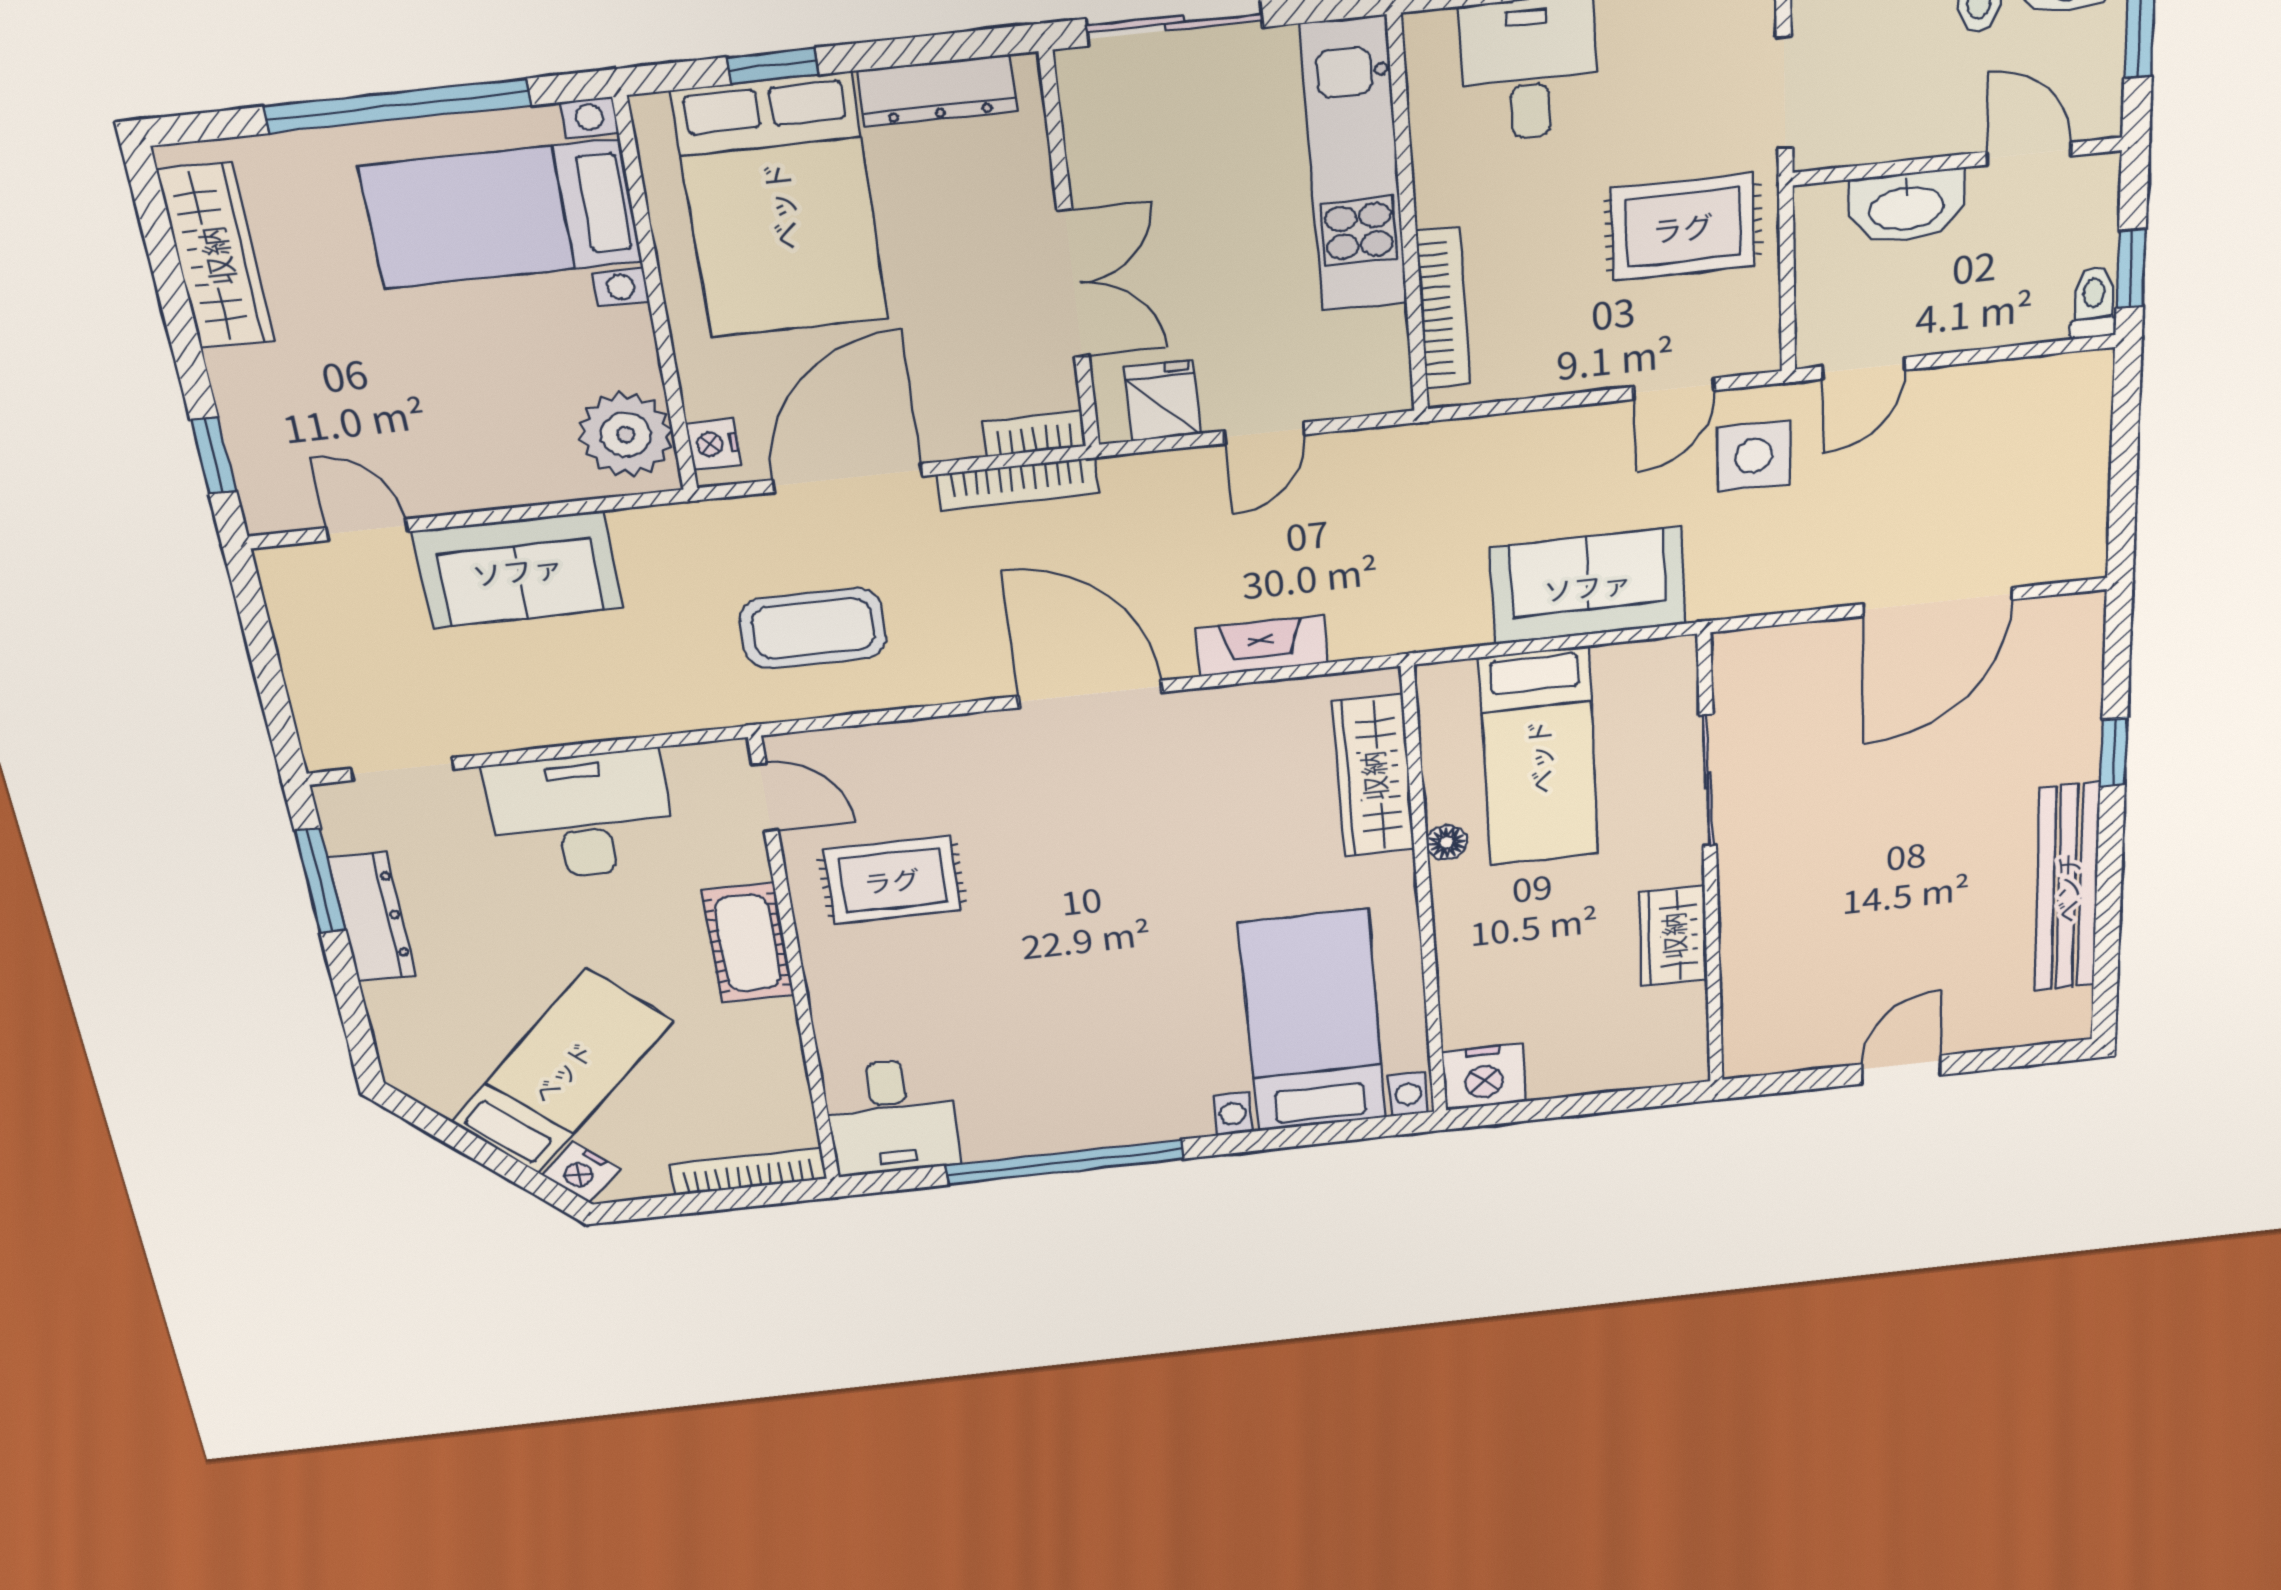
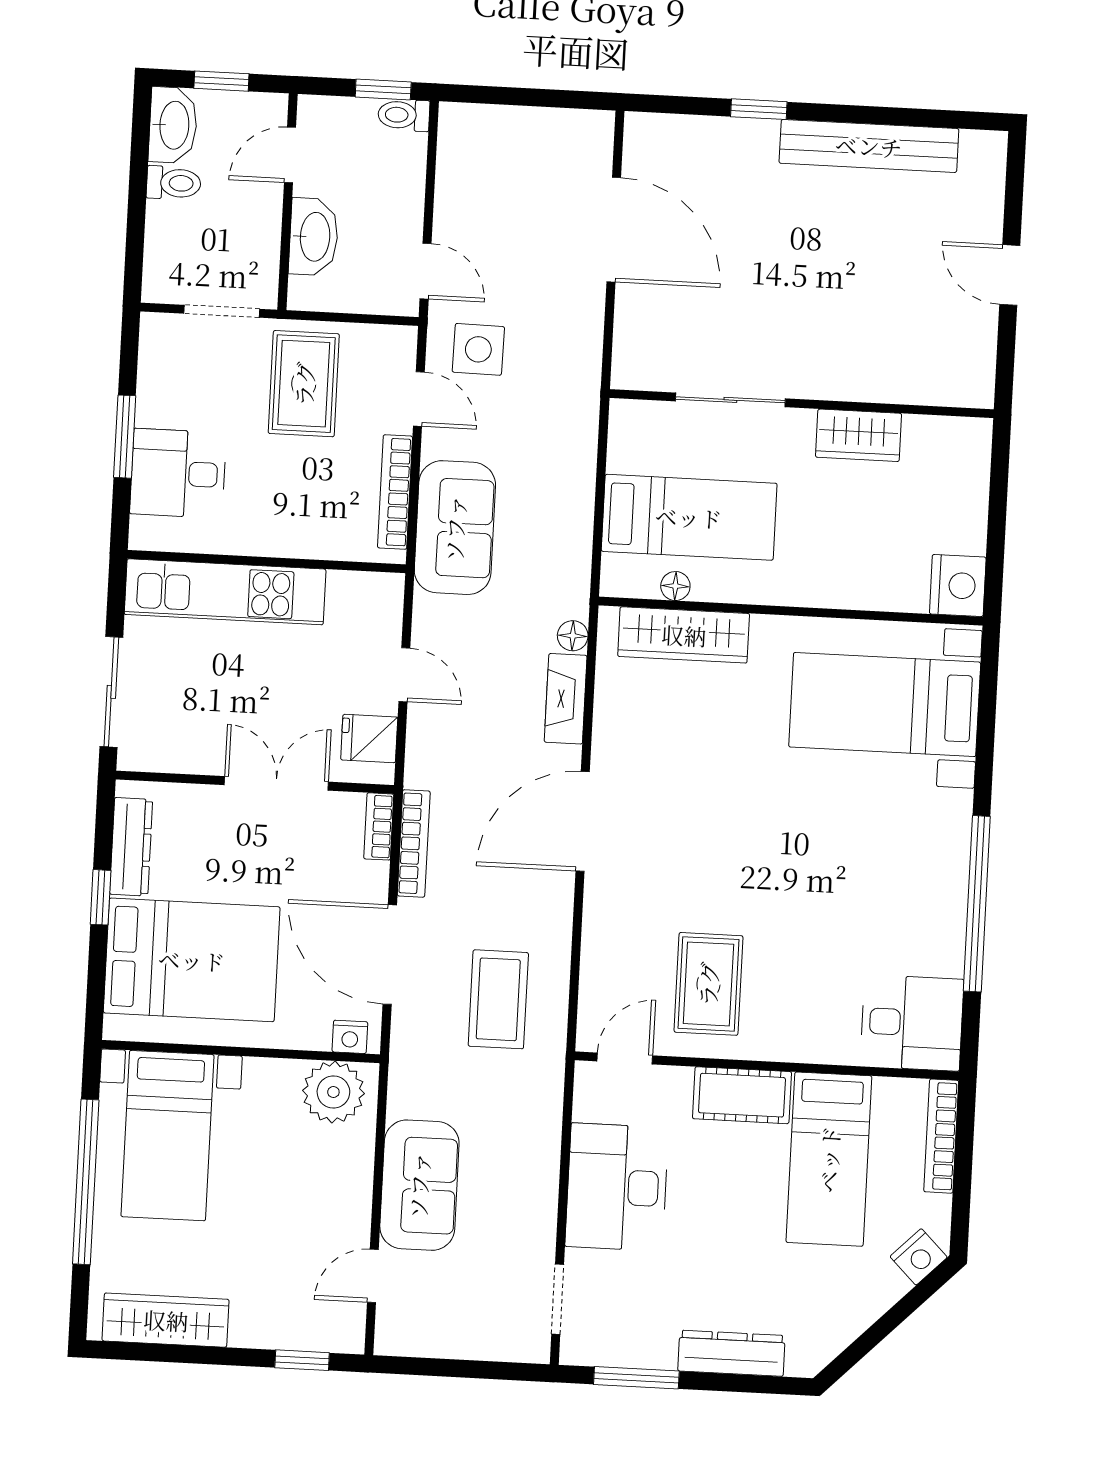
window: (773, 66) -> (101, 897), moved
bookcase: (1443, 308) -> (395, 492), moved, turned -90
sofa: (1588, 586) -> (455, 528), moved, turned 180
floor lamp: (1353, 641) -> (573, 636), added
floor lamp: (1447, 842) -> (675, 586), moved
dresser: (372, 917) -> (731, 1353), moved
bed: (562, 1072) -> (829, 1159), moved, turned -135

